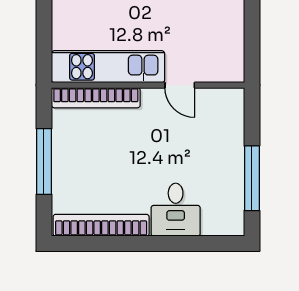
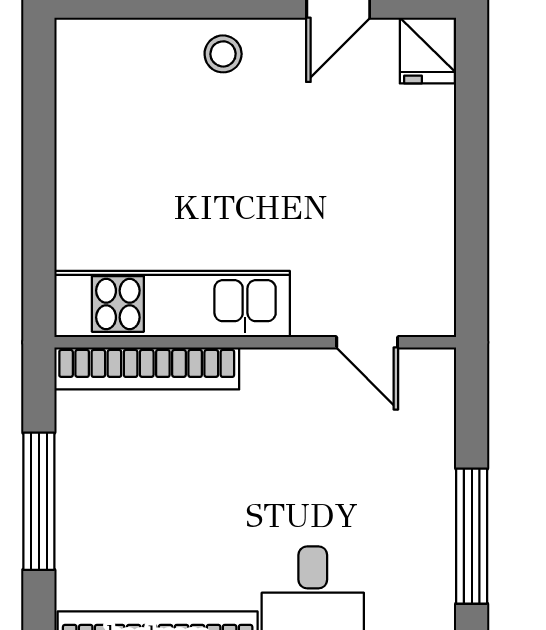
door: (180, 85) -> (367, 342), moved

